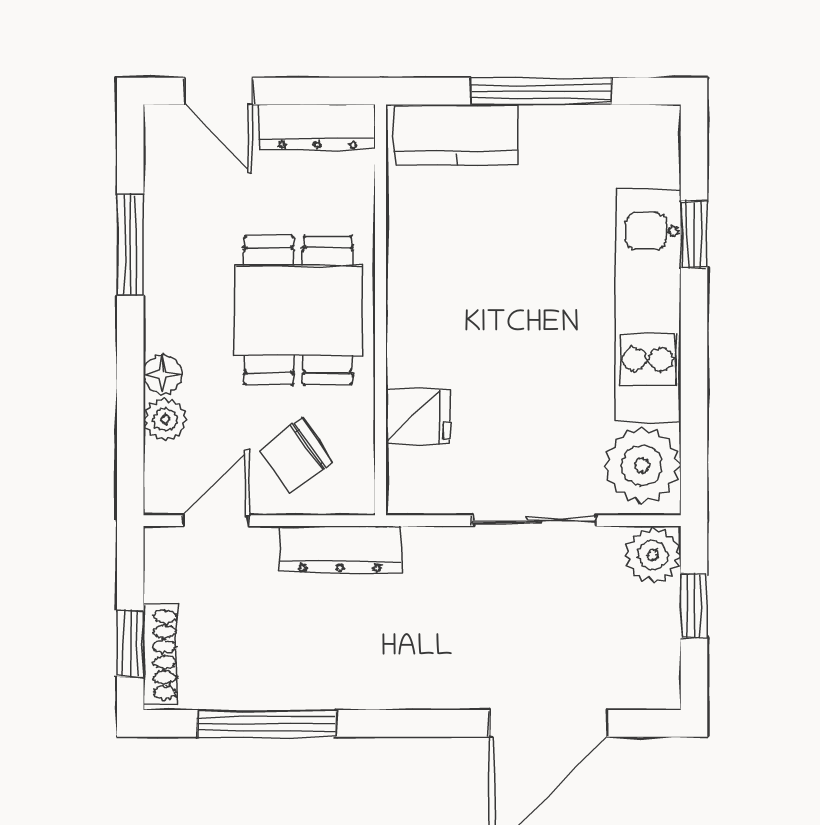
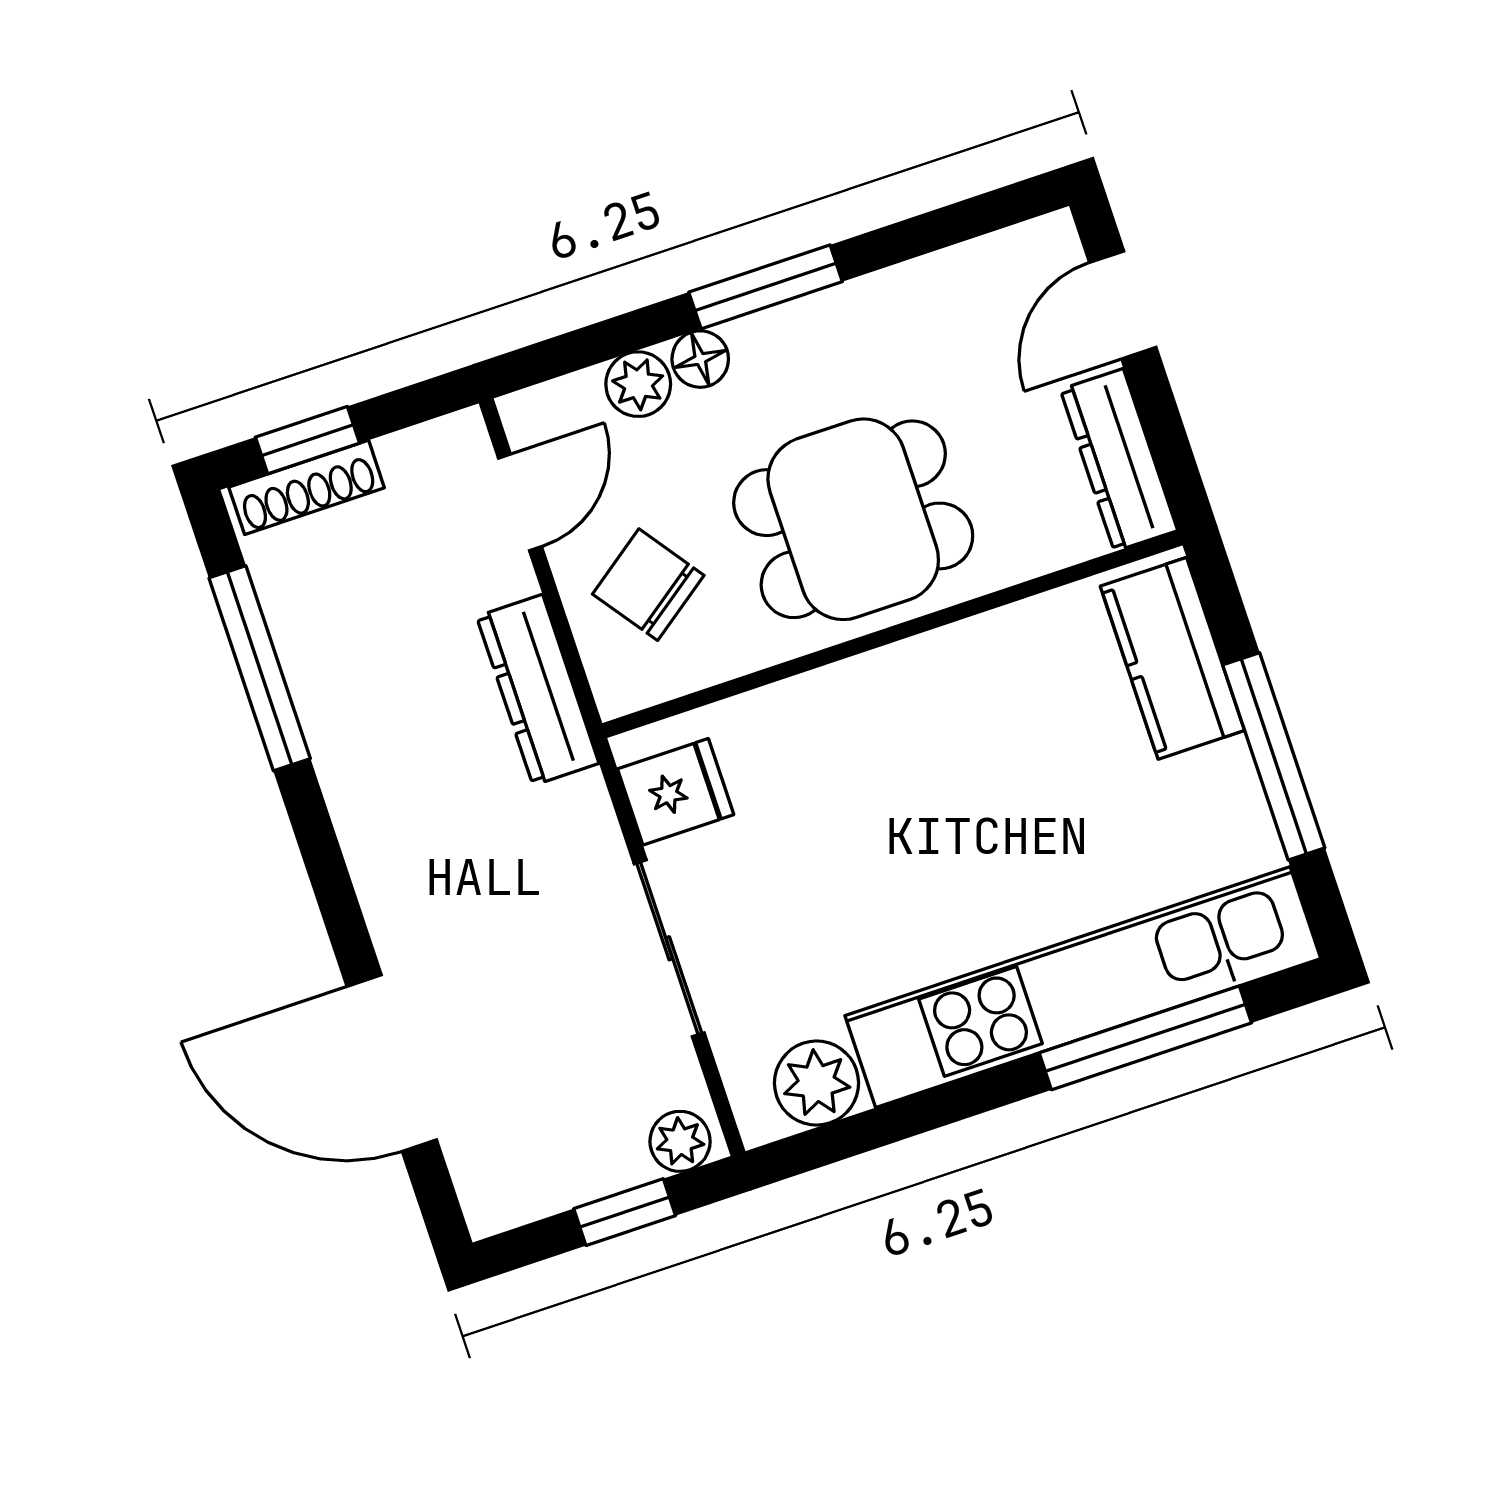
window: (694, 234) -> (1145, 1038), width x2.17
window: (130, 245) -> (766, 287), moved
kitchen unit: (648, 306) -> (1083, 987), width x1.36
fridge: (418, 416) -> (676, 792), moved, turned -90
plant: (642, 465) -> (817, 1083), width x0.73, depth x0.73
door: (216, 521) -> (520, 502), hinge flipped
plant: (653, 555) -> (680, 1141), width x0.73, depth x0.73

